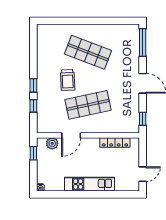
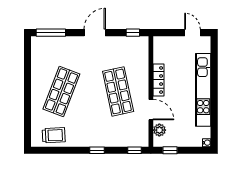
trolley: (68, 80) -> (54, 135), moved
window: (33, 106) -> (134, 150), moved
locker: (115, 142) -> (158, 80), moved
kitchen unit: (90, 184) -> (203, 90), width x1.36

